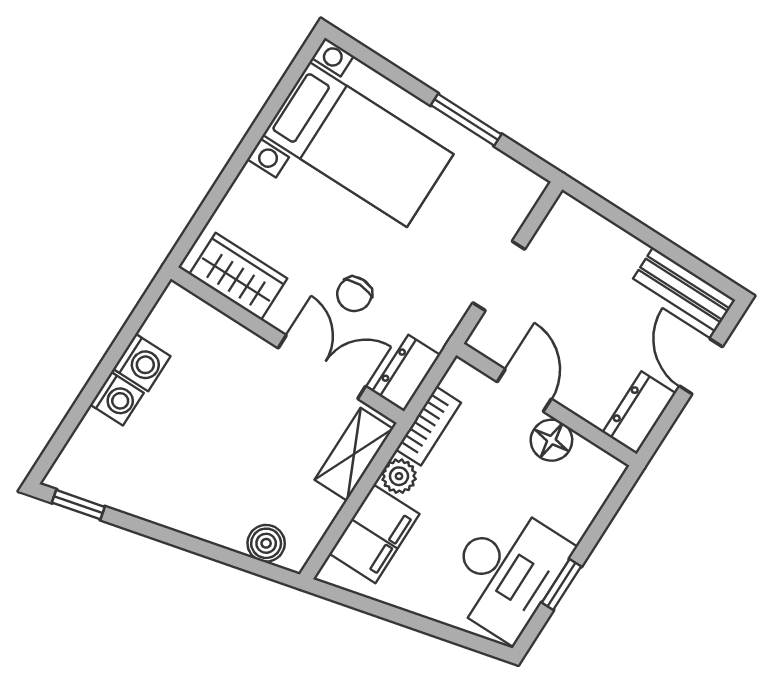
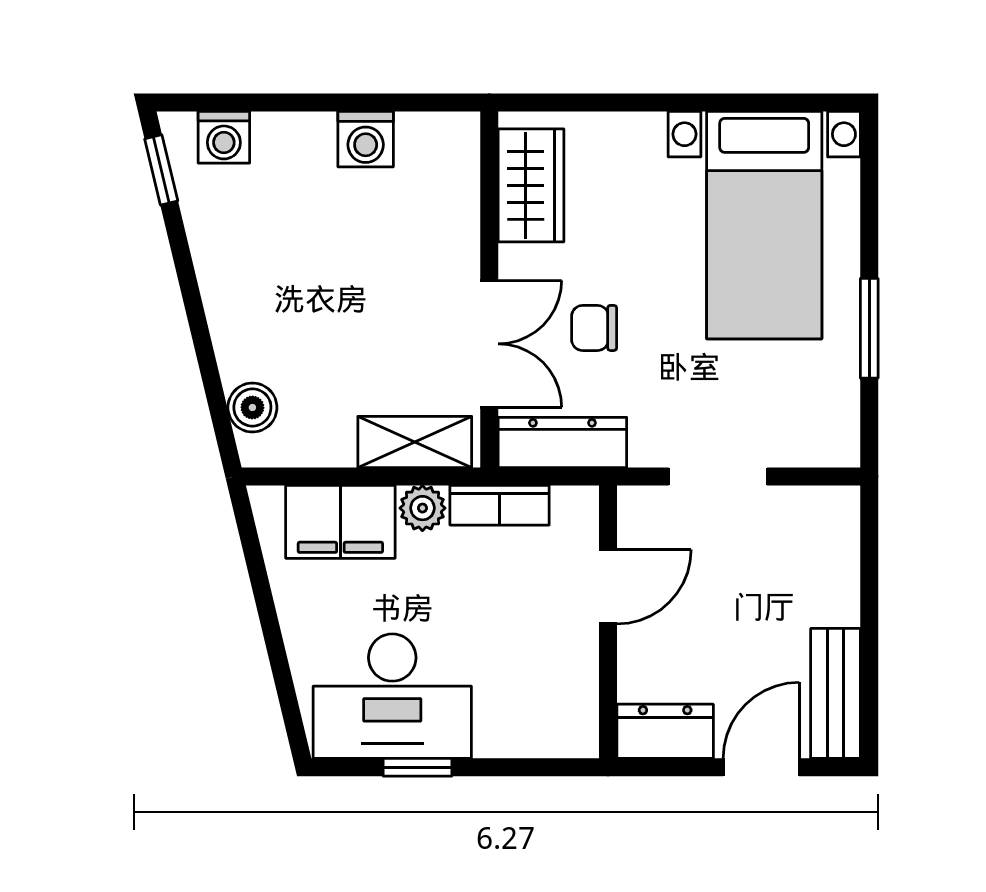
dresser: (406, 373) -> (562, 442), width x1.44
washing machine: (117, 399) -> (224, 137), moved
floor lamp: (551, 440) -> (572, 653), removed

